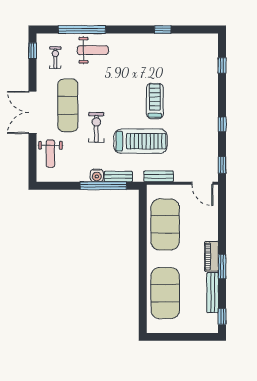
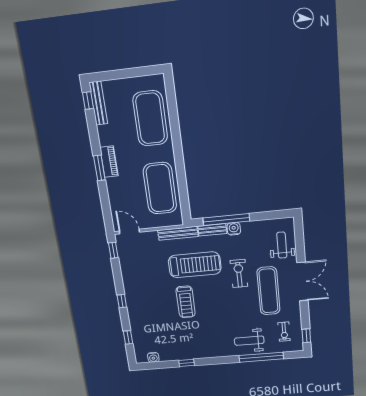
water cooler: (198, 39) -> (153, 357), added
window: (222, 124) -> (122, 301), moved
exercise bike: (96, 127) -> (239, 273), turned 180
treadmill: (140, 141) -> (195, 265), turned 180
bench: (159, 176) -> (178, 233), width x1.36
window: (222, 267) -> (99, 168), moved
bench: (213, 293) -> (98, 103), moved

